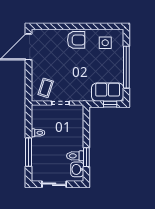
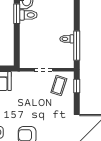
window: (28, 87) -> (77, 86), added
window: (28, 152) -> (77, 46), moved

